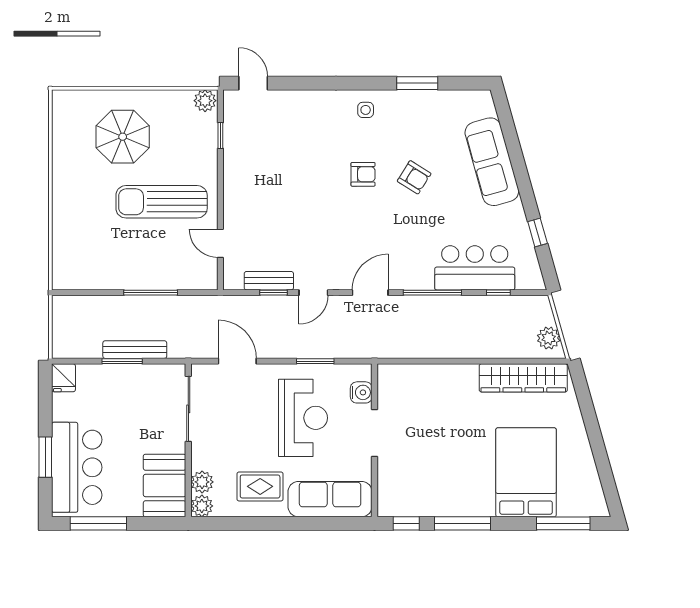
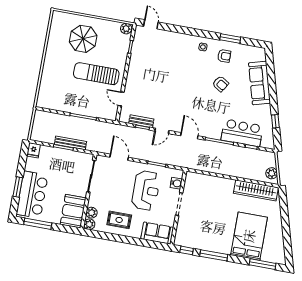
armchair: (363, 174) -> (224, 56), moved
door: (370, 293) -> (189, 136), hinge flipped
sofa: (330, 499) -> (157, 233), width x0.73

